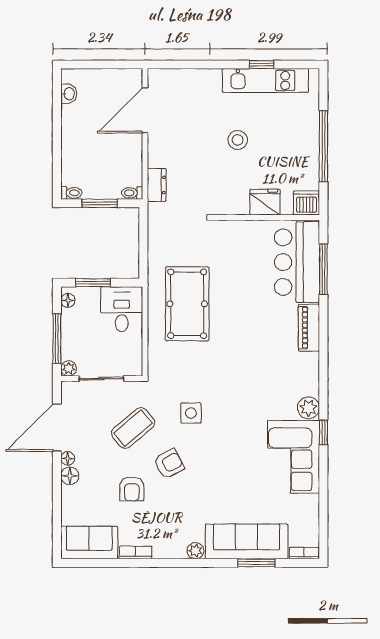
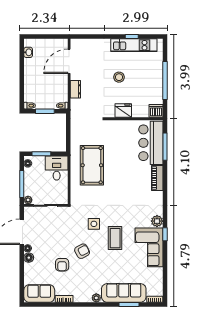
dresser: (157, 185) -> (75, 89), moved
fridge: (265, 202) -> (123, 111), moved
coffee table: (133, 428) -> (115, 238), moved, turned -50

